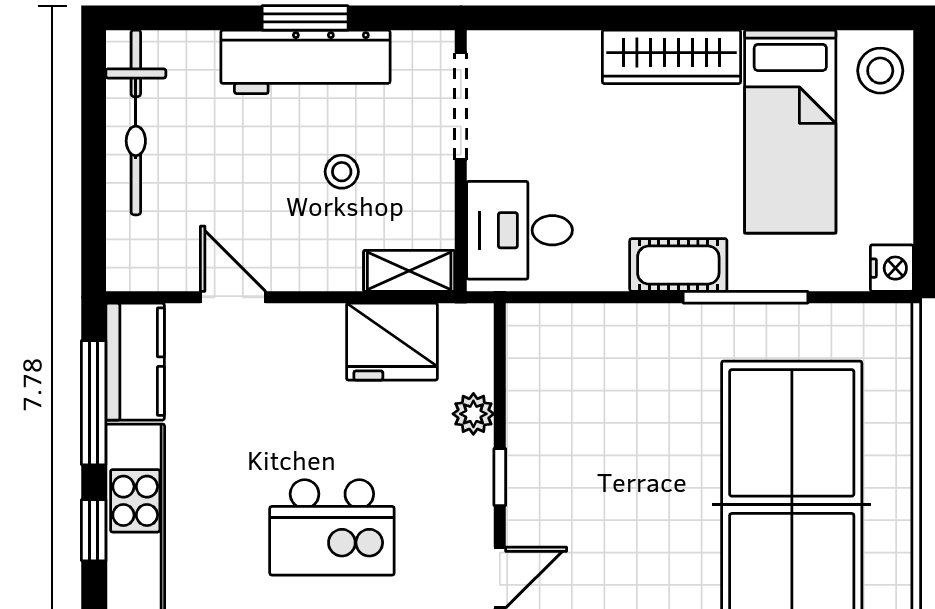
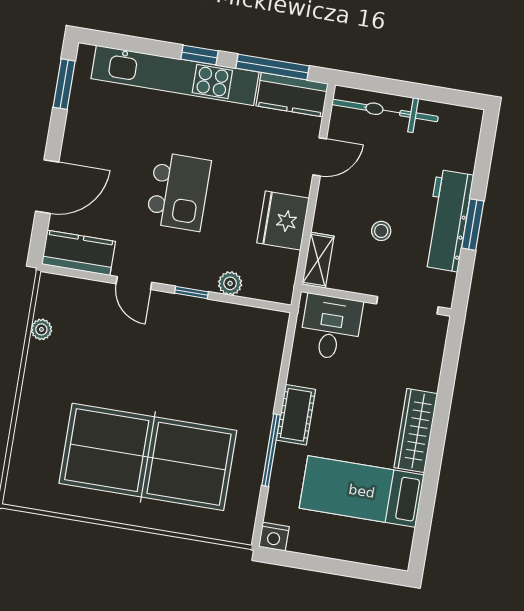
stool: (880, 71) -> (388, 549), removed
bicycle: (136, 122) -> (385, 110), moved
fridge: (392, 342) -> (283, 221), moved
kitchen island: (332, 527) -> (179, 192), turned 180

